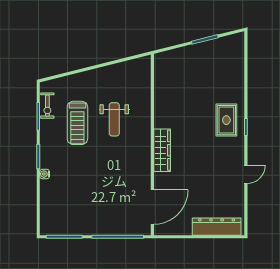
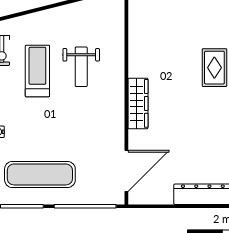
treadmill: (77, 123) -> (37, 71), turned 180
exercise mat: (79, 210) -> (40, 174), added

